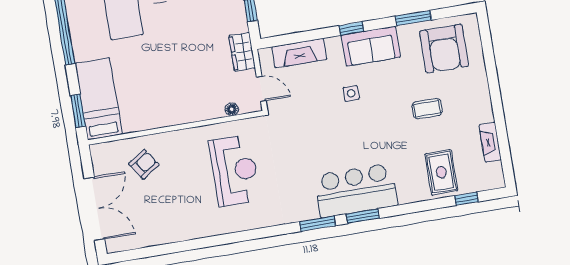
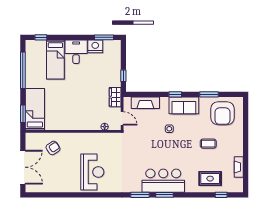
reception desk: (235, 170) -> (92, 172), moved
rug: (441, 172) -> (210, 179), turned 90

